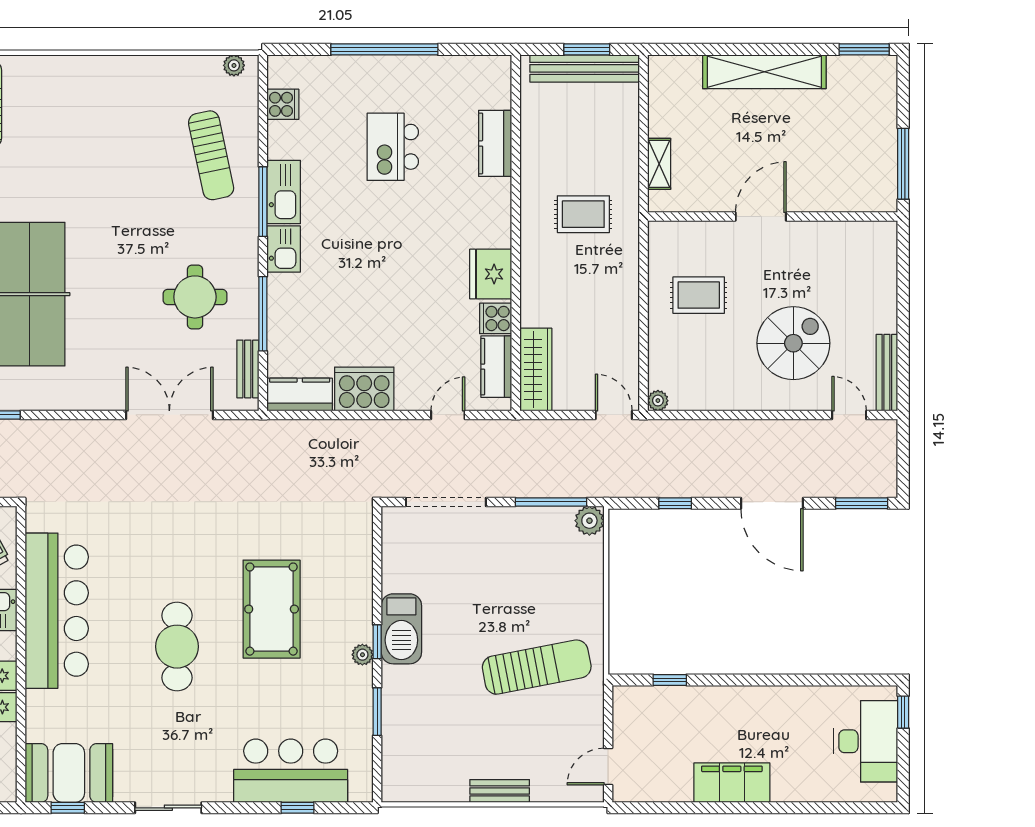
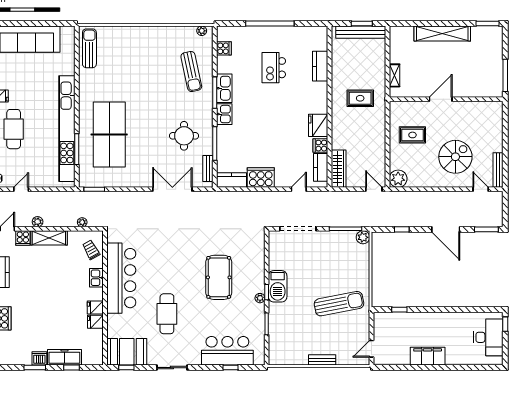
plant: (658, 401) -> (398, 179), width x1.88, depth x1.88
cafe table: (177, 647) -> (167, 314), moved

